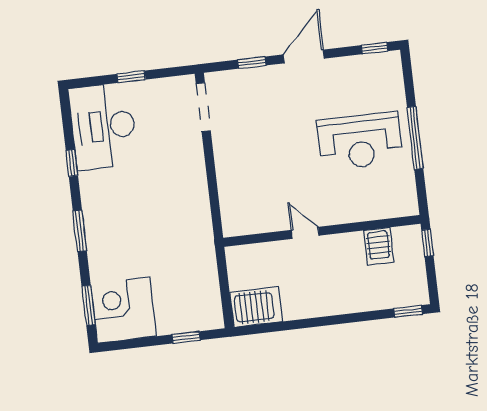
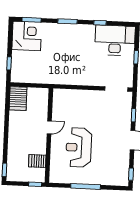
reception desk: (360, 141) -> (79, 147), moved

